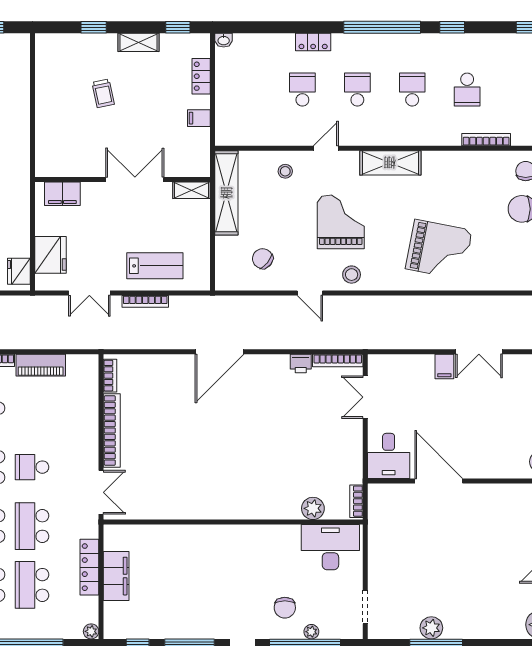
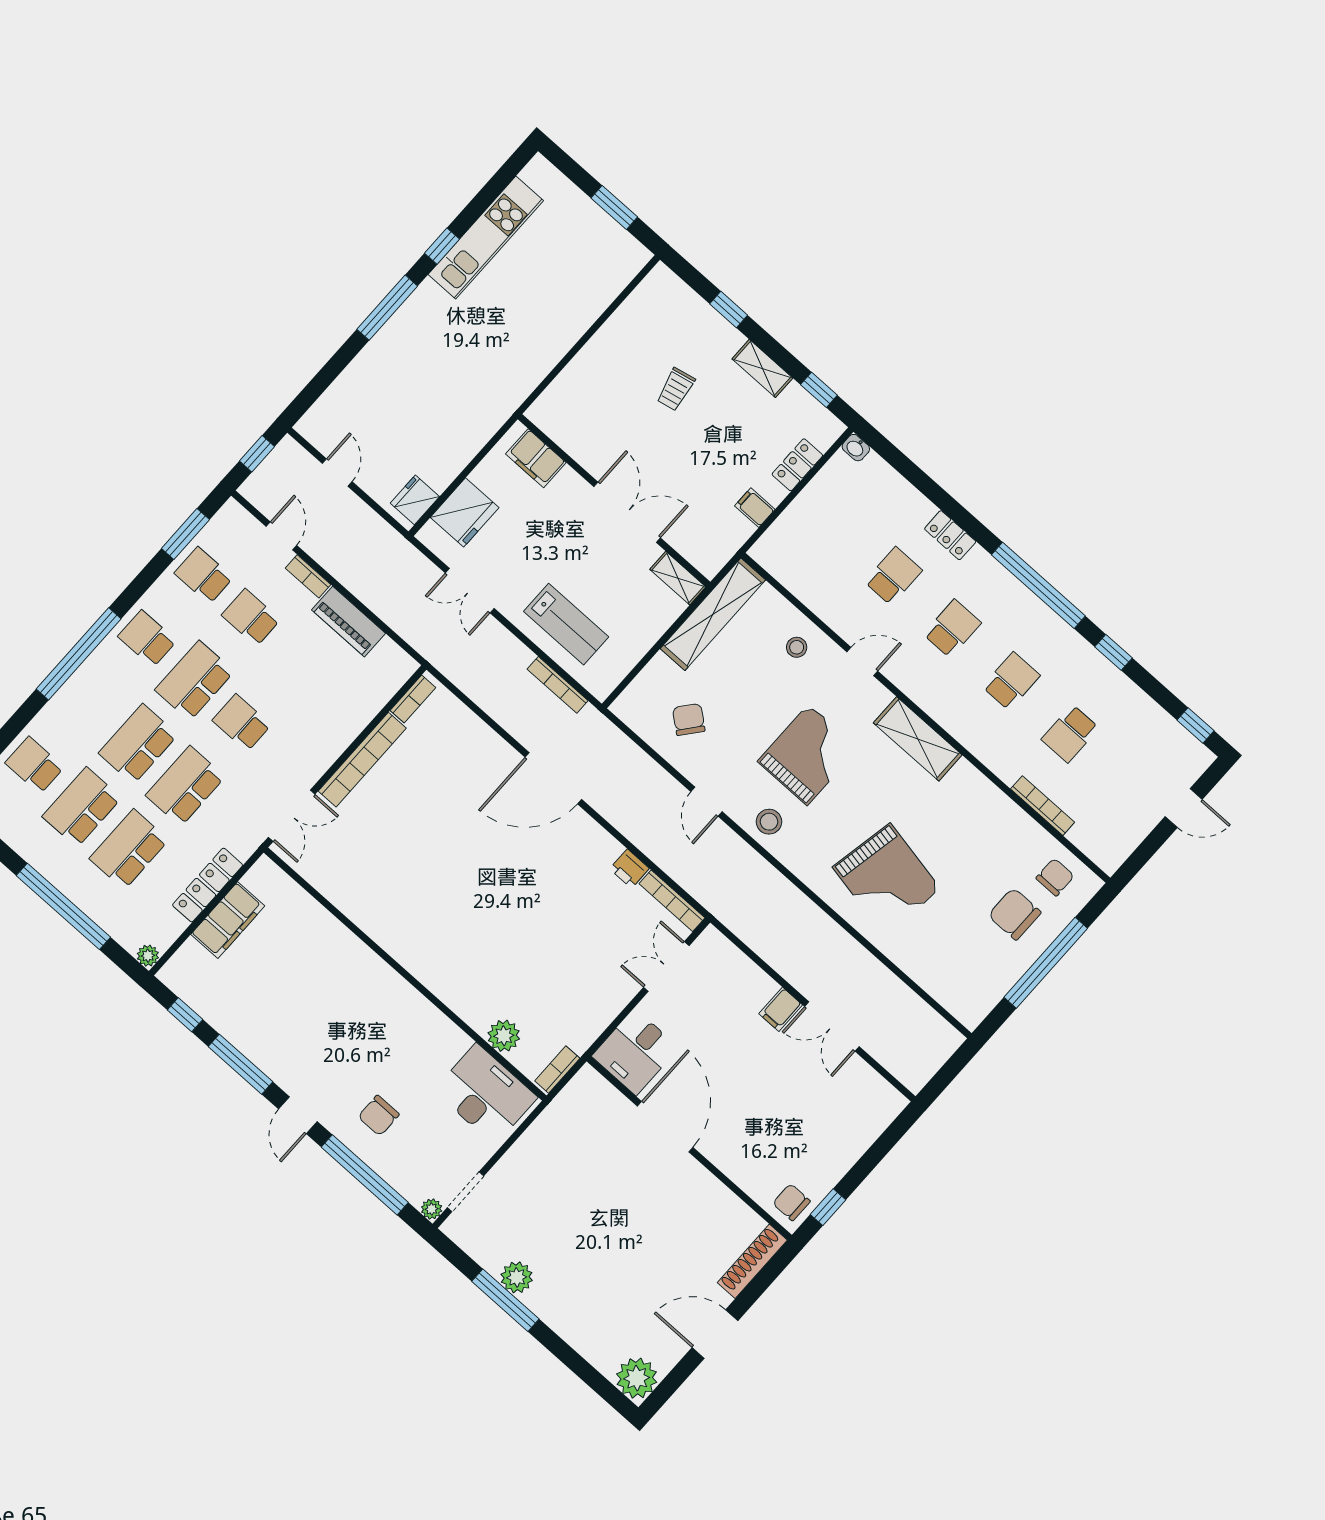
bookcase: (145, 301) -> (558, 685), moved
plant: (311, 632) -> (432, 1209), moved

